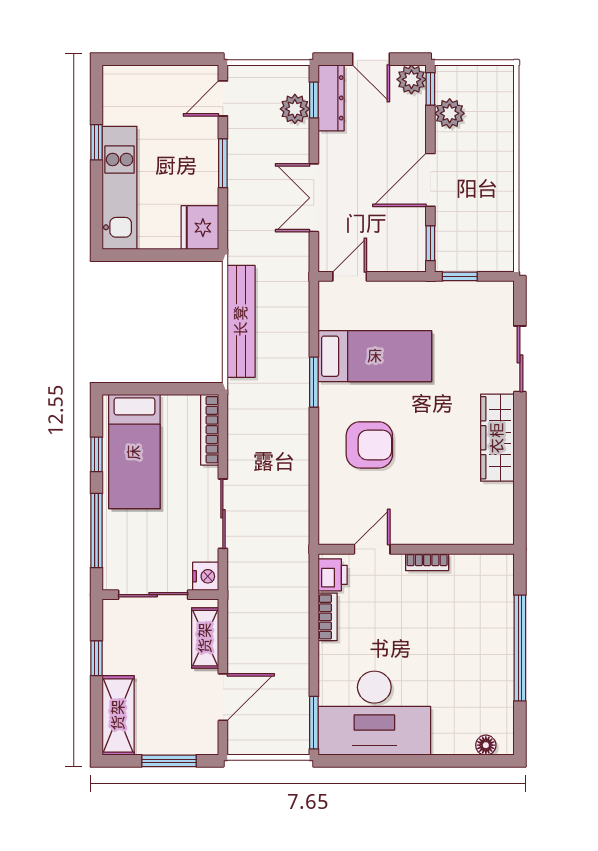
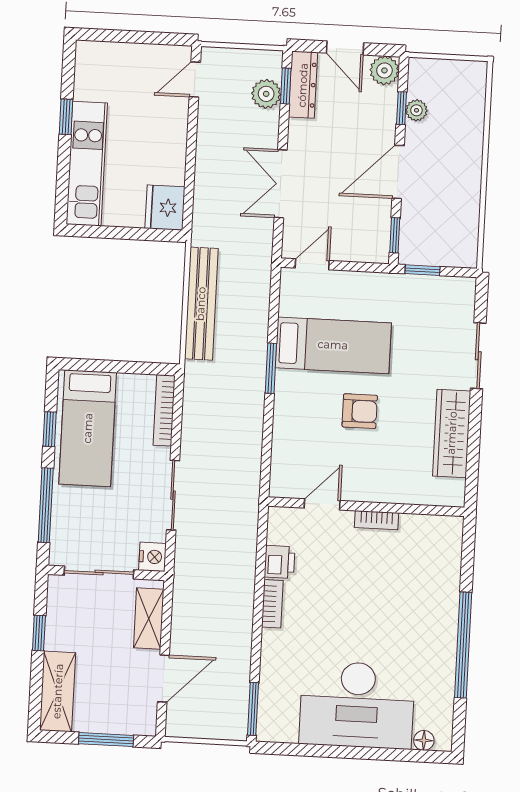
window: (430, 89) -> (401, 108), moved
plant: (450, 113) -> (416, 110), width x0.73, depth x0.73
window: (223, 163) -> (191, 144), removed
armchair: (369, 445) -> (360, 411), moved, width x0.72, depth x0.72
door: (372, 549) -> (322, 504), moved
wall: (416, 549) -> (366, 507), moved
bookcase: (427, 562) -> (376, 520), moved
desk: (374, 713) -> (357, 705), moved

